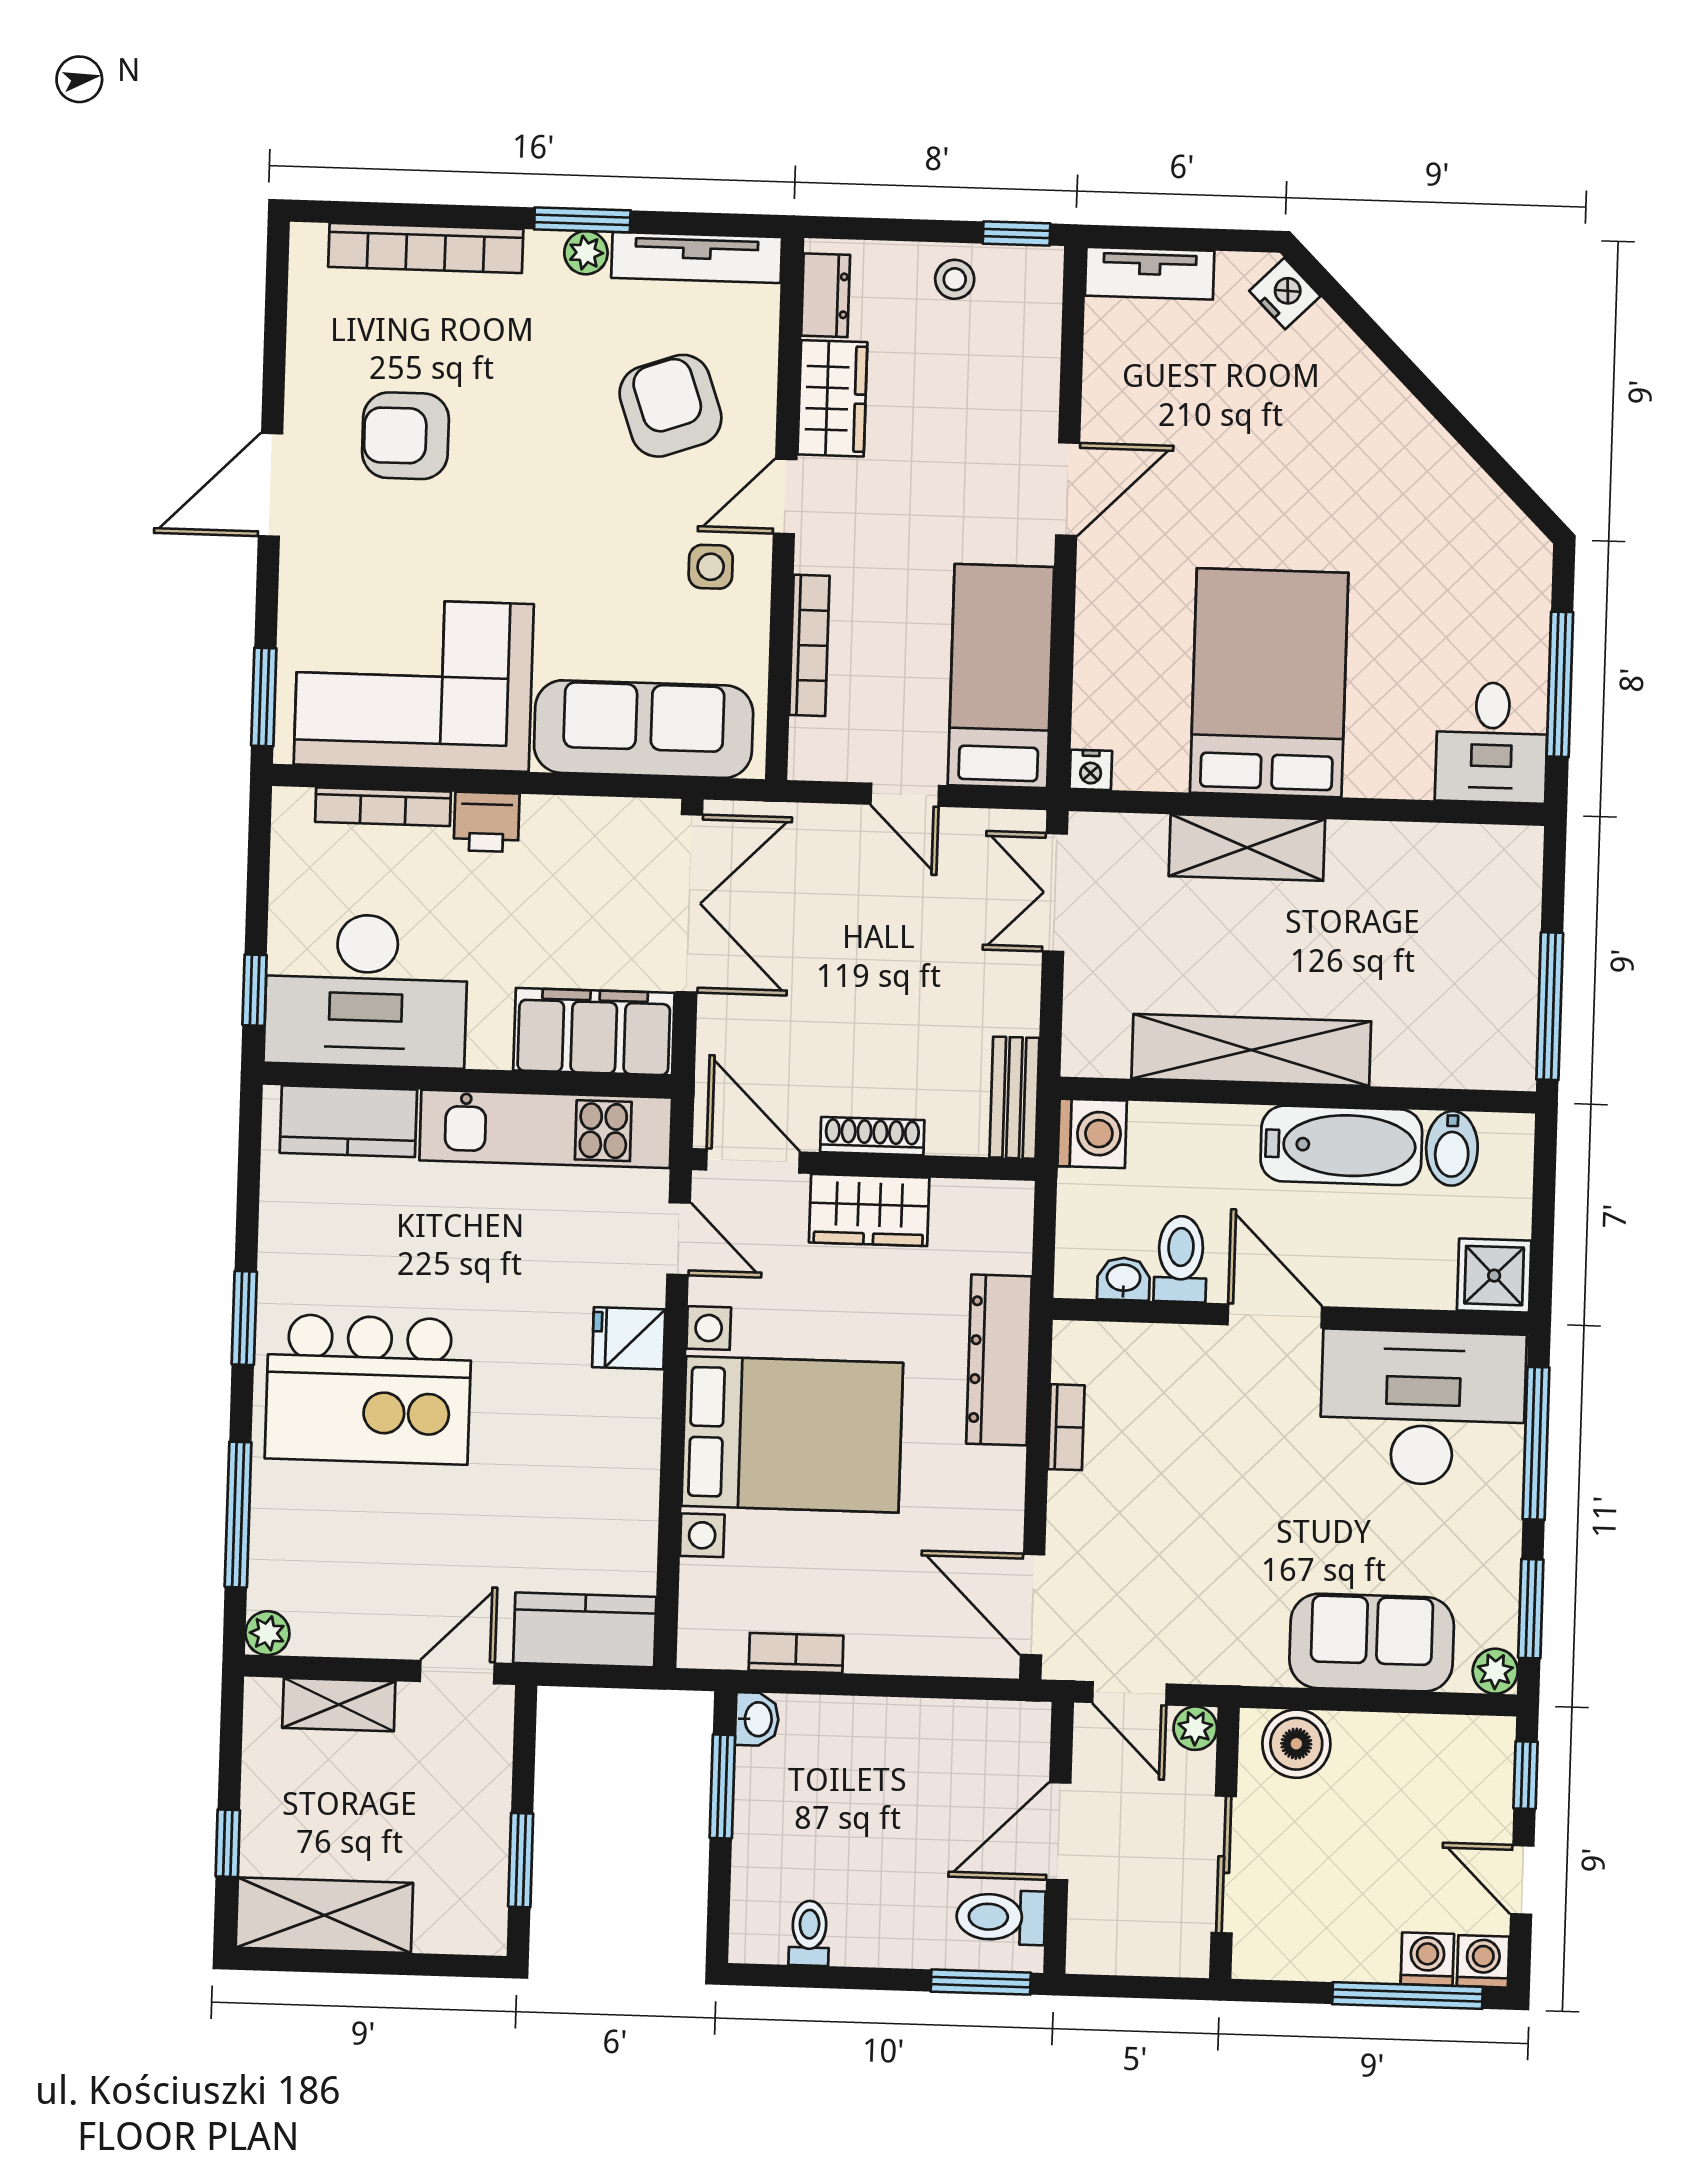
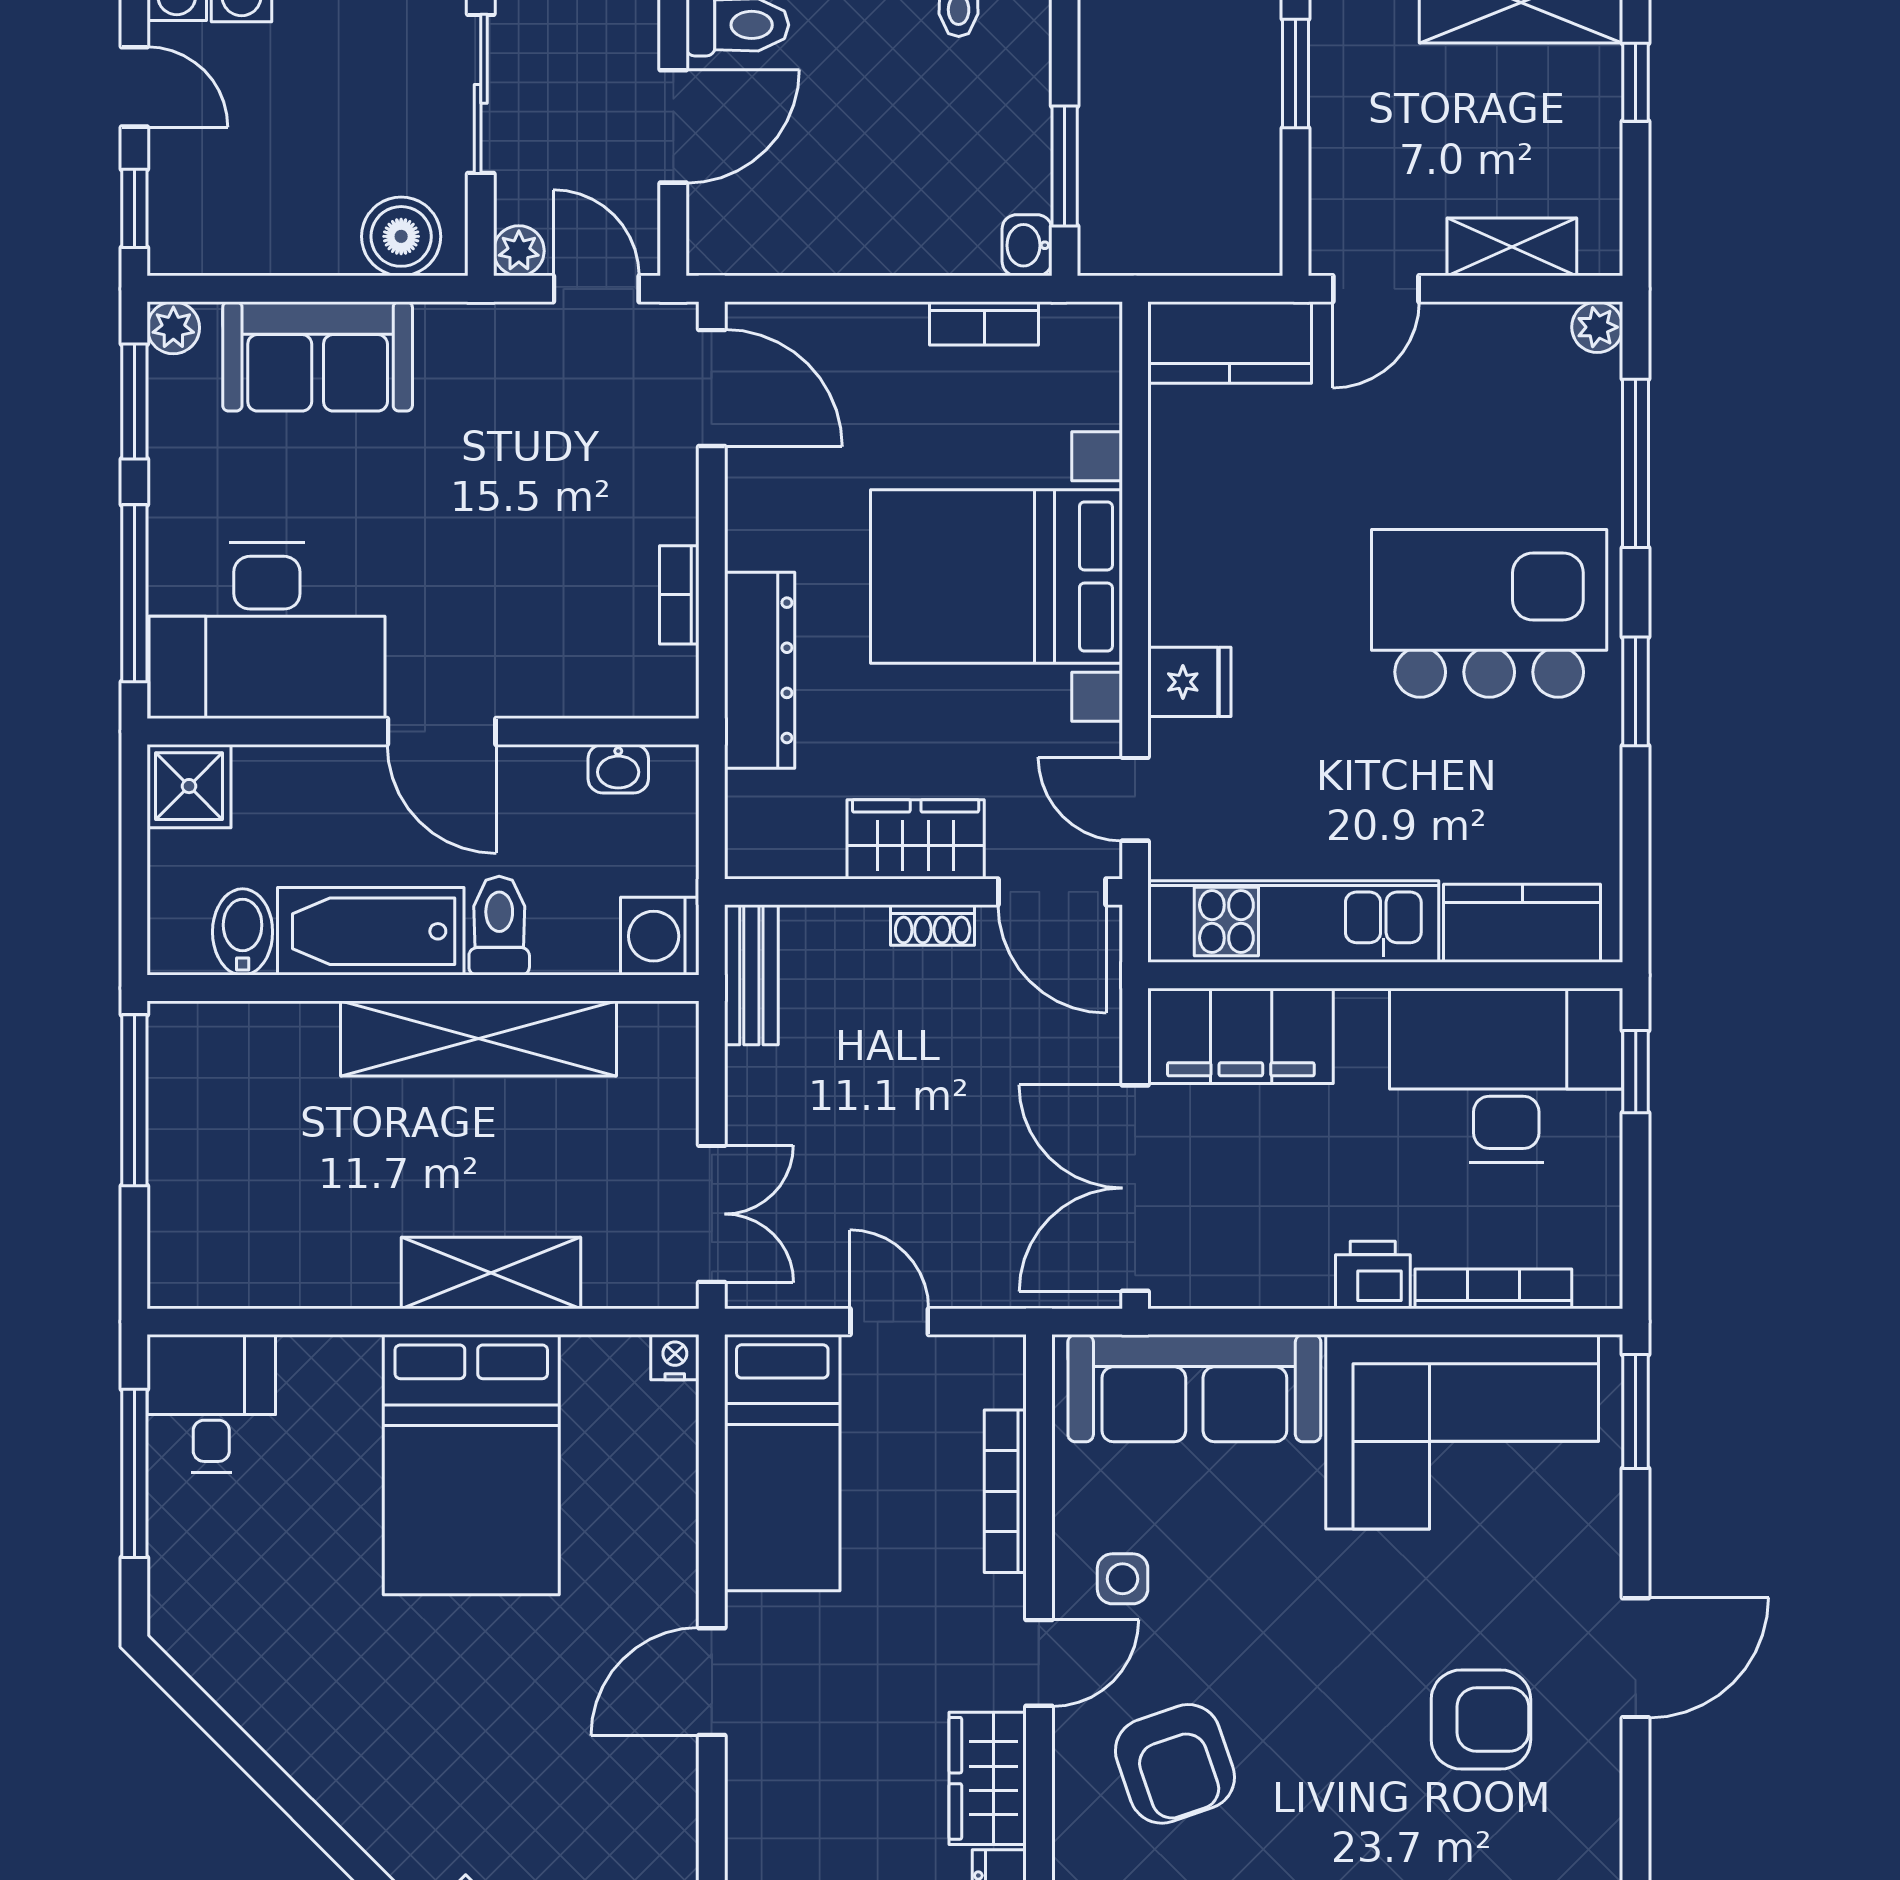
shoe rack: (872, 1136) -> (933, 925), width x0.70
toilet: (1181, 1259) -> (499, 926), moved, turned 180

